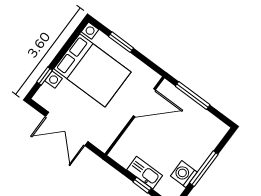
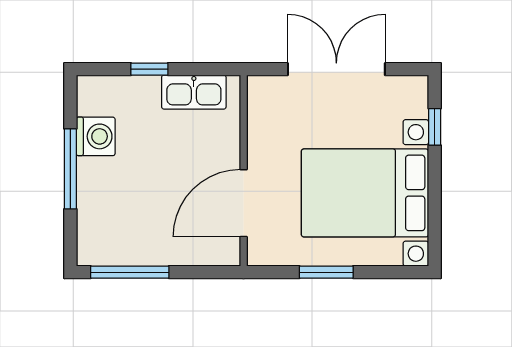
window: (121, 42) -> (326, 272), moved
window: (193, 96) -> (130, 272), moved
kitchen sink: (145, 173) -> (194, 92), moved

